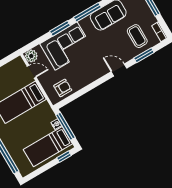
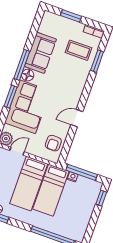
floor lamp: (85, 23) -> (28, 75), added
door: (119, 70) -> (77, 118), moved
armchair: (63, 88) -> (53, 143), turned 180
bed: (48, 147) -> (51, 190), moved

